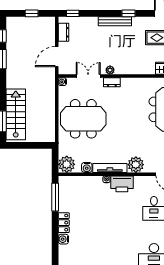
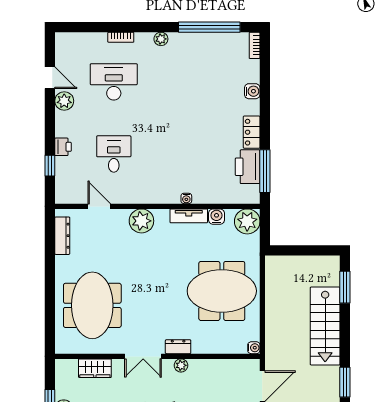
double door: (88, 76) -> (143, 356), moved
stairs: (16, 114) -> (325, 326), moved
tv unit: (110, 168) -> (189, 216), width x0.71
printer: (122, 184) -> (248, 167), moved, turned -90
water cooler: (63, 239) -> (252, 91), moved

